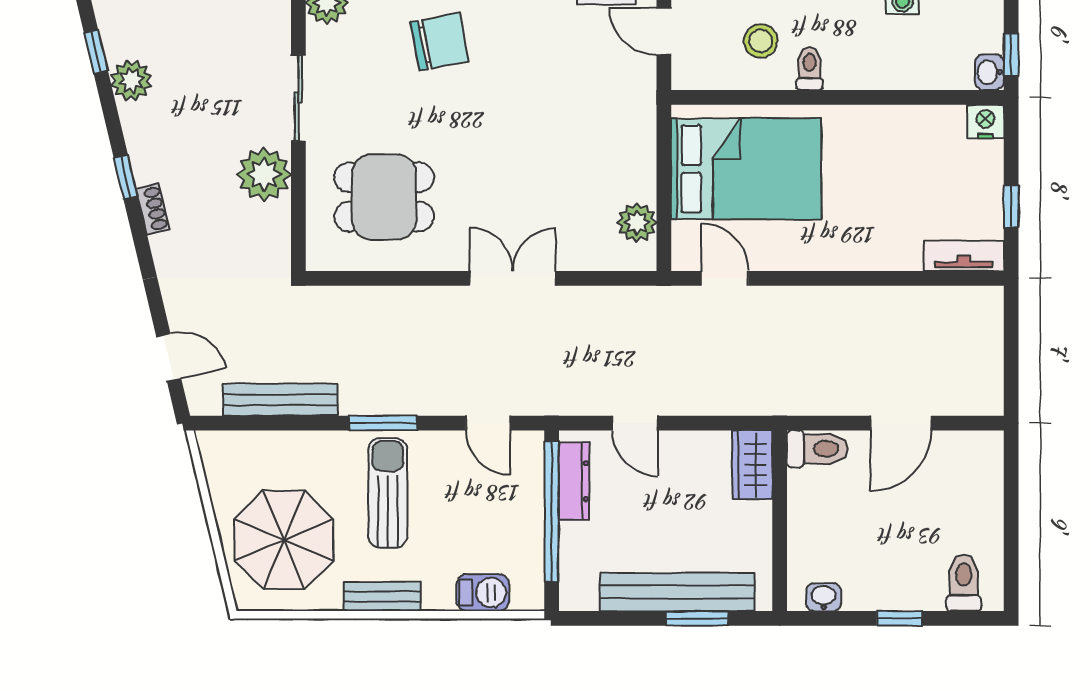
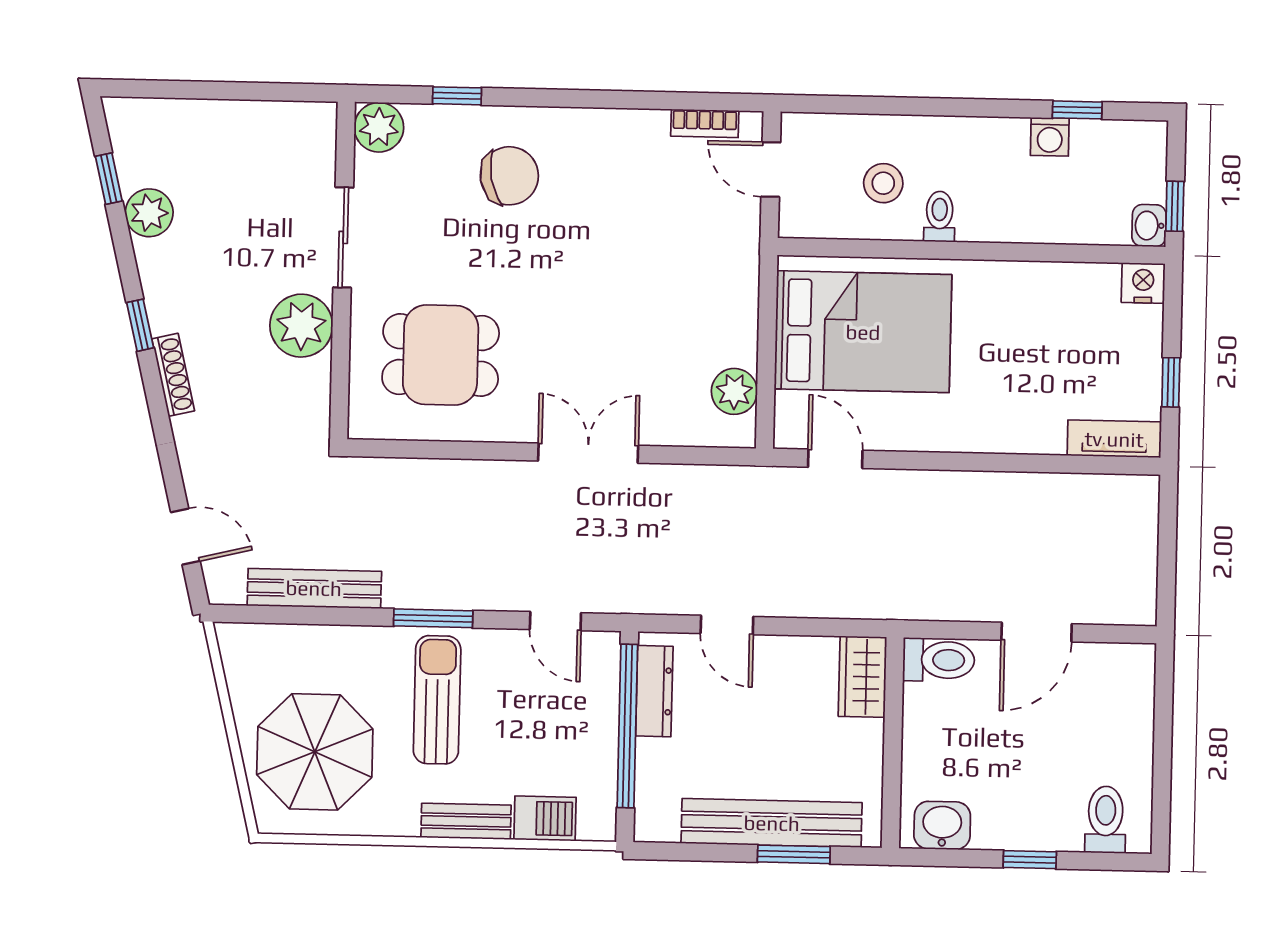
shoe rack: (153, 209) -> (173, 375), width x1.43
bench: (382, 597) -> (466, 821), moved
washbasin: (824, 597) -> (942, 825), width x1.38, depth x1.45

